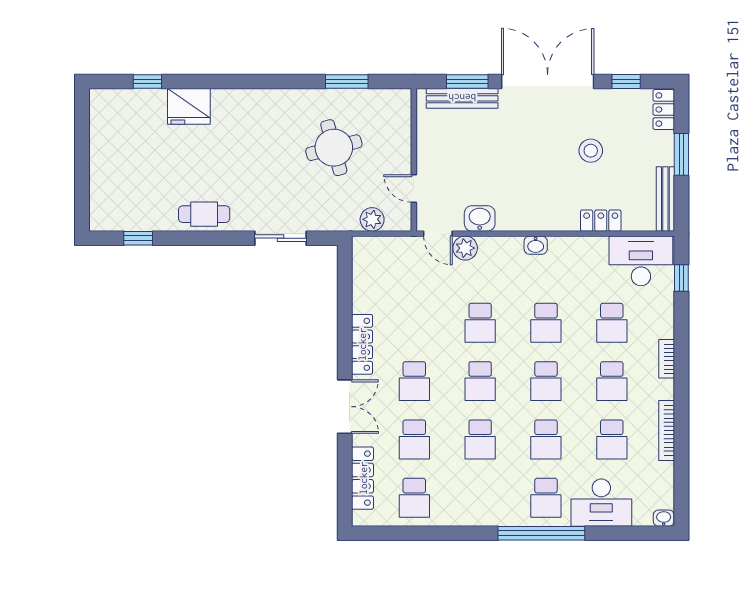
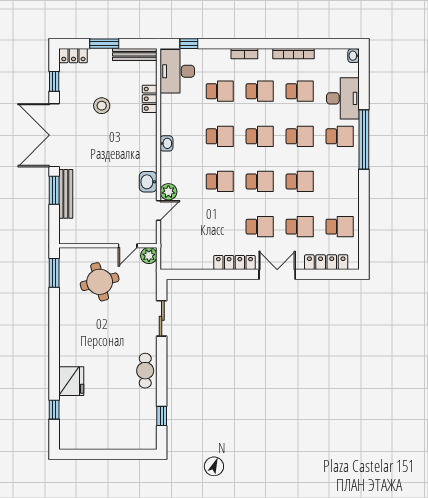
wall: (414, 160) -> (108, 246), moved
door: (414, 189) -> (128, 246), moved

